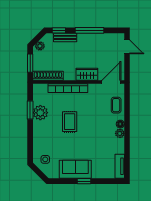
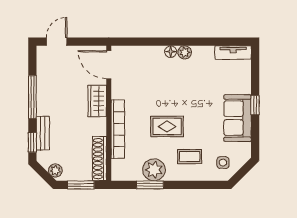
coffee table: (116, 105) -> (190, 157), moved

